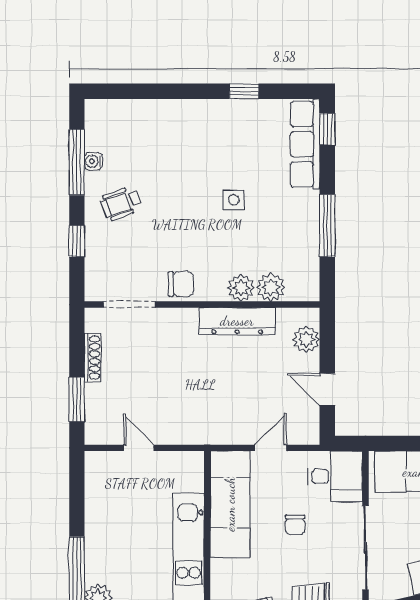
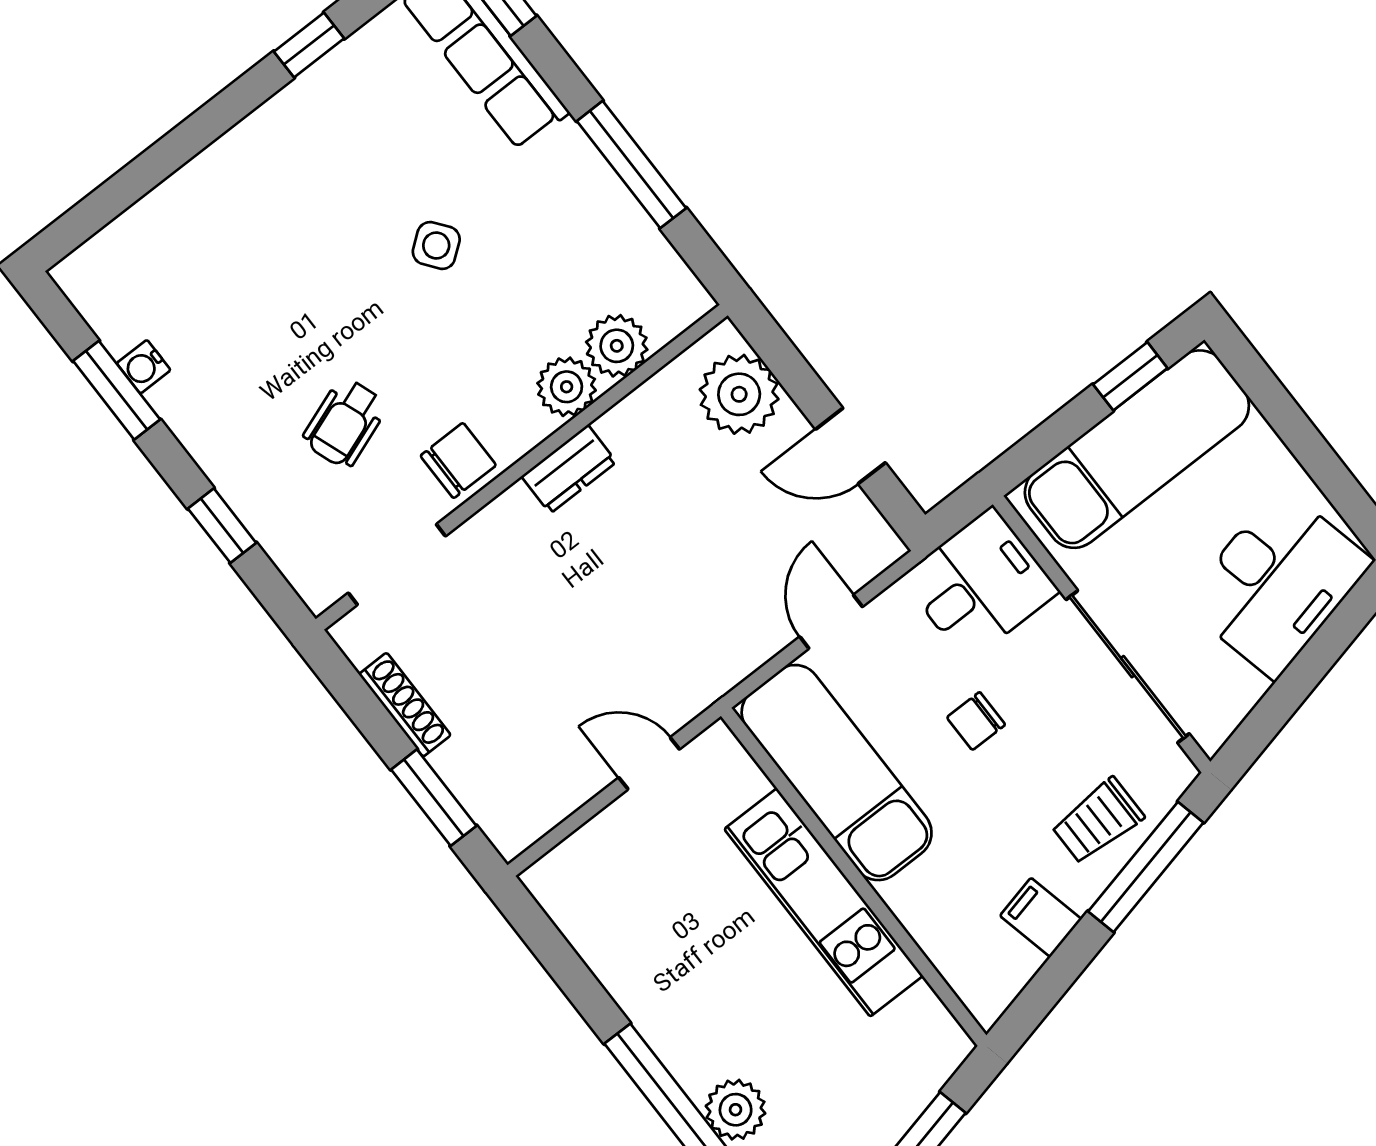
window: (77, 162) -> (117, 390), width x0.69
side table: (234, 200) -> (436, 245), turned -37
wheelchair: (121, 203) -> (345, 423), moved
dresser: (237, 321) -> (569, 469), width x0.51, depth x0.80
plant: (306, 339) -> (739, 394), width x1.36, depth x1.36
door: (139, 448) -> (649, 763), moved
chair: (295, 525) -> (976, 721), turned 90

